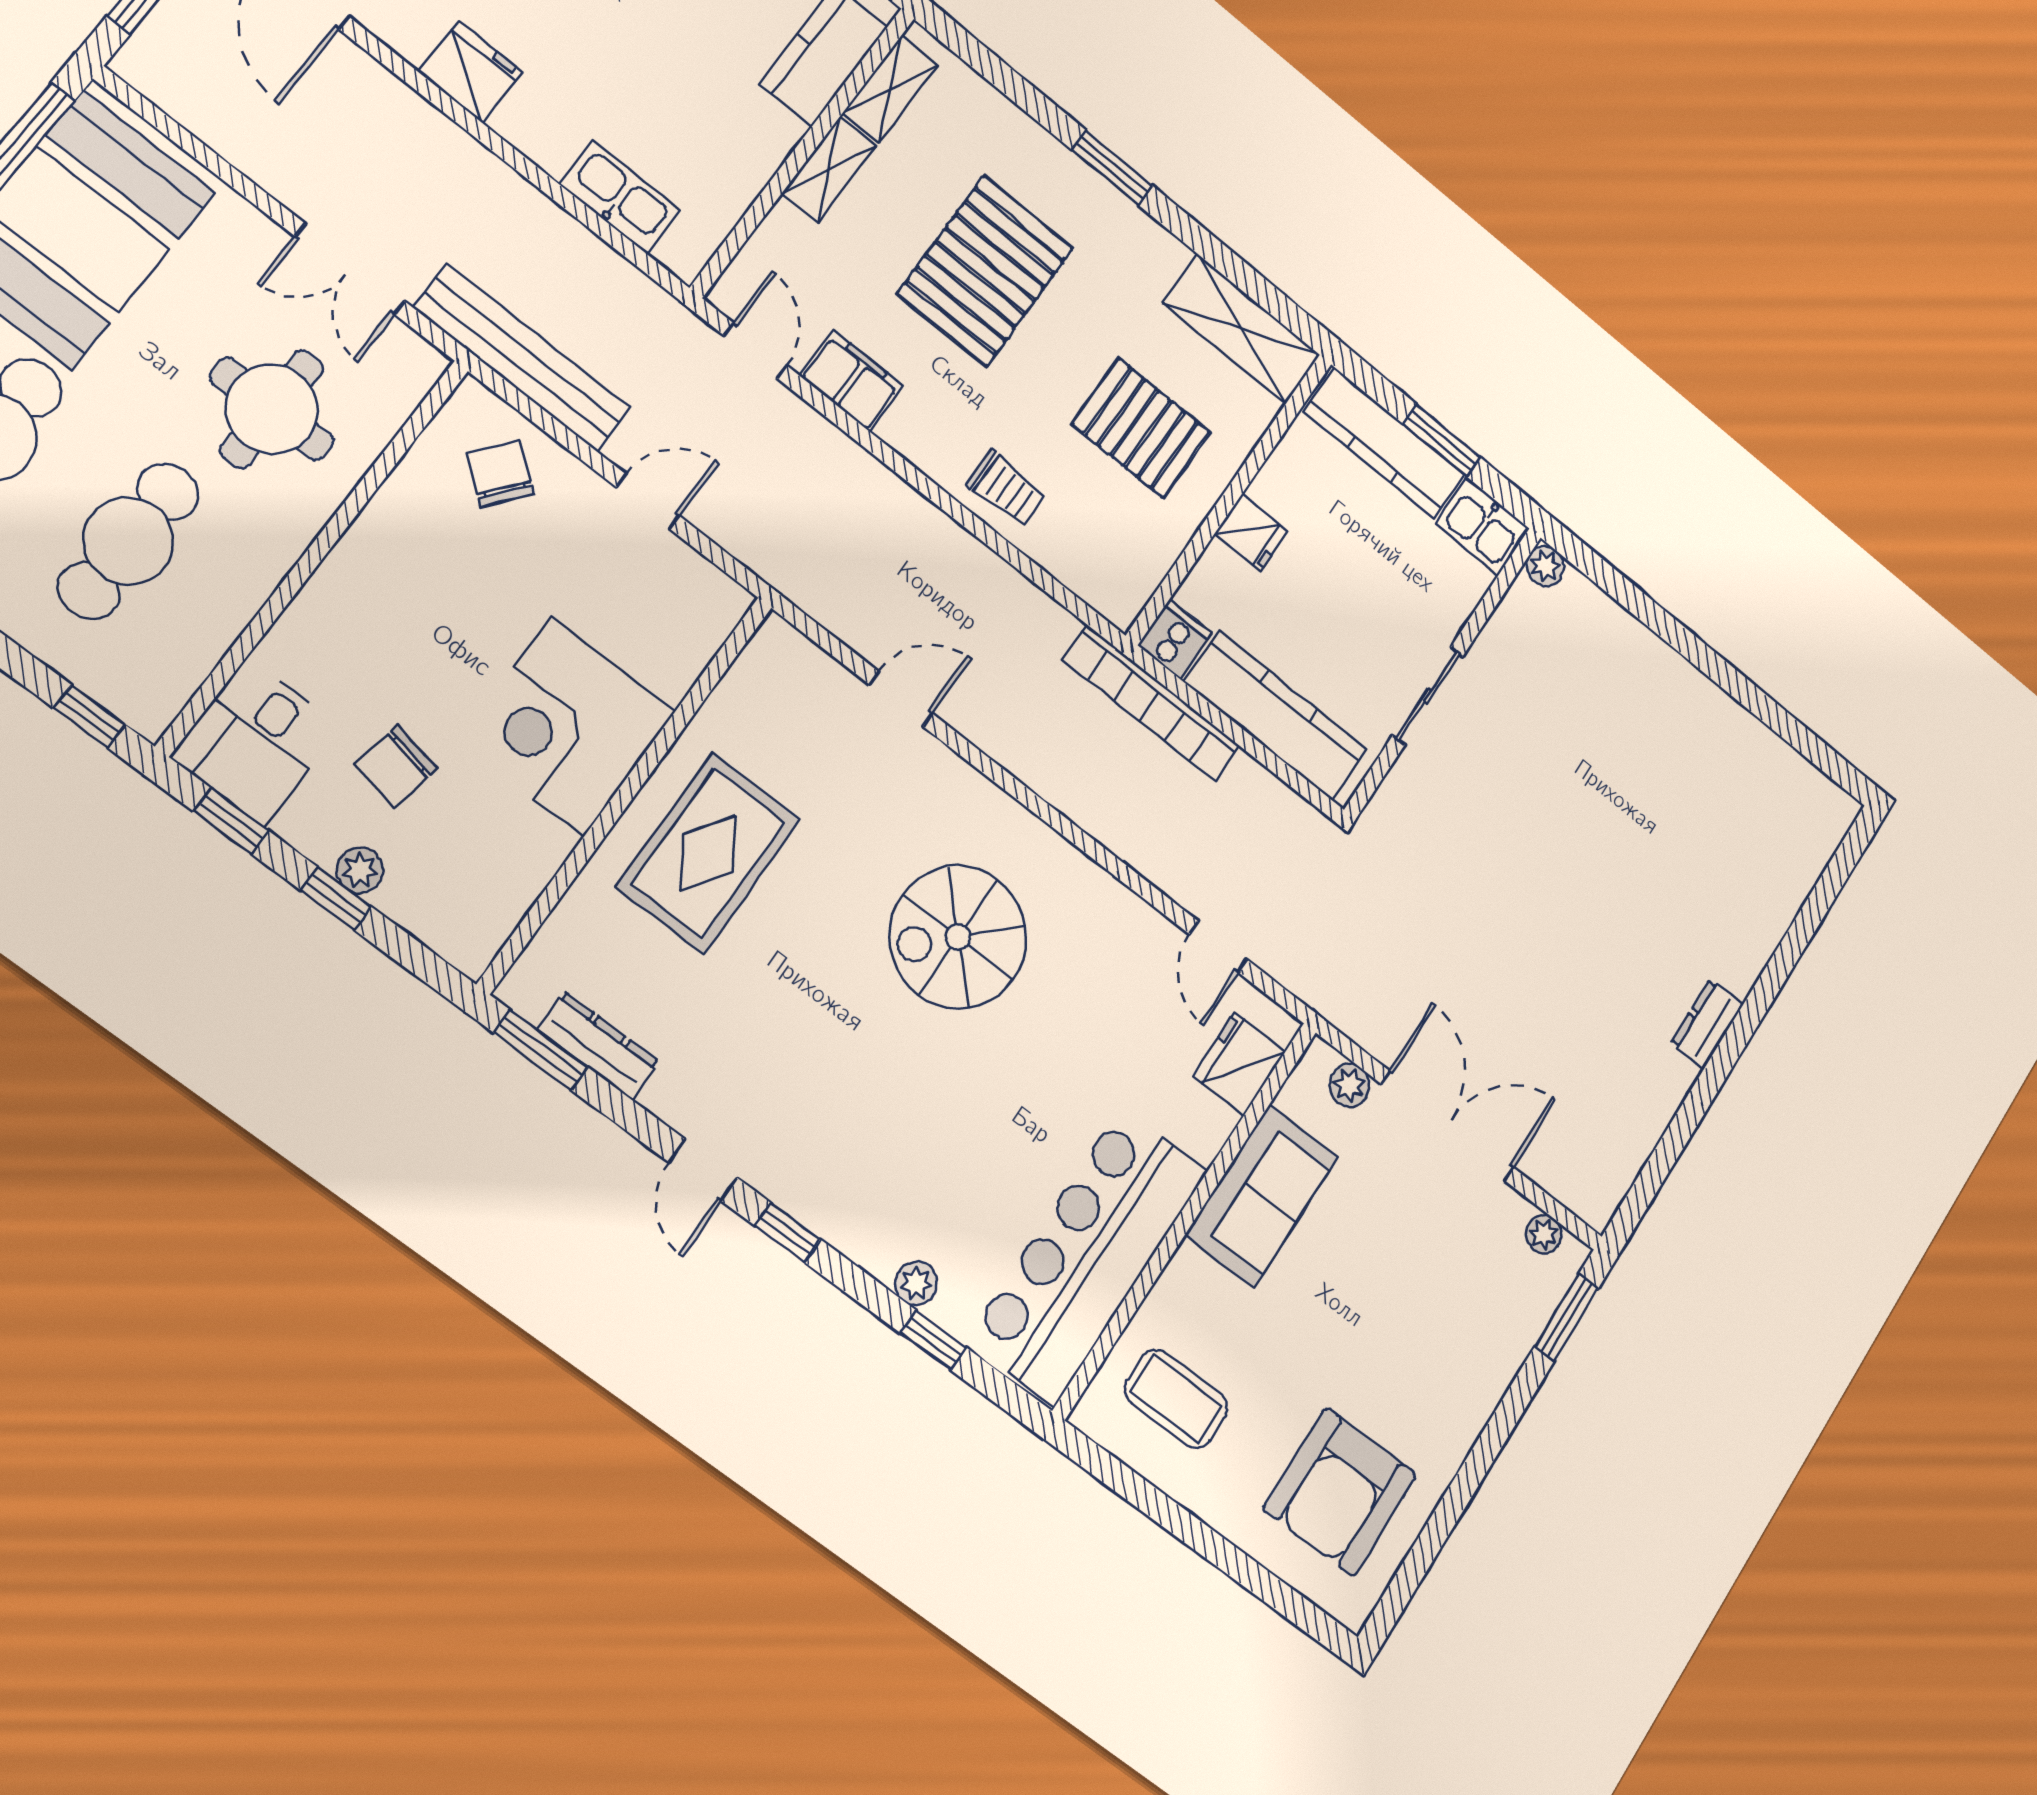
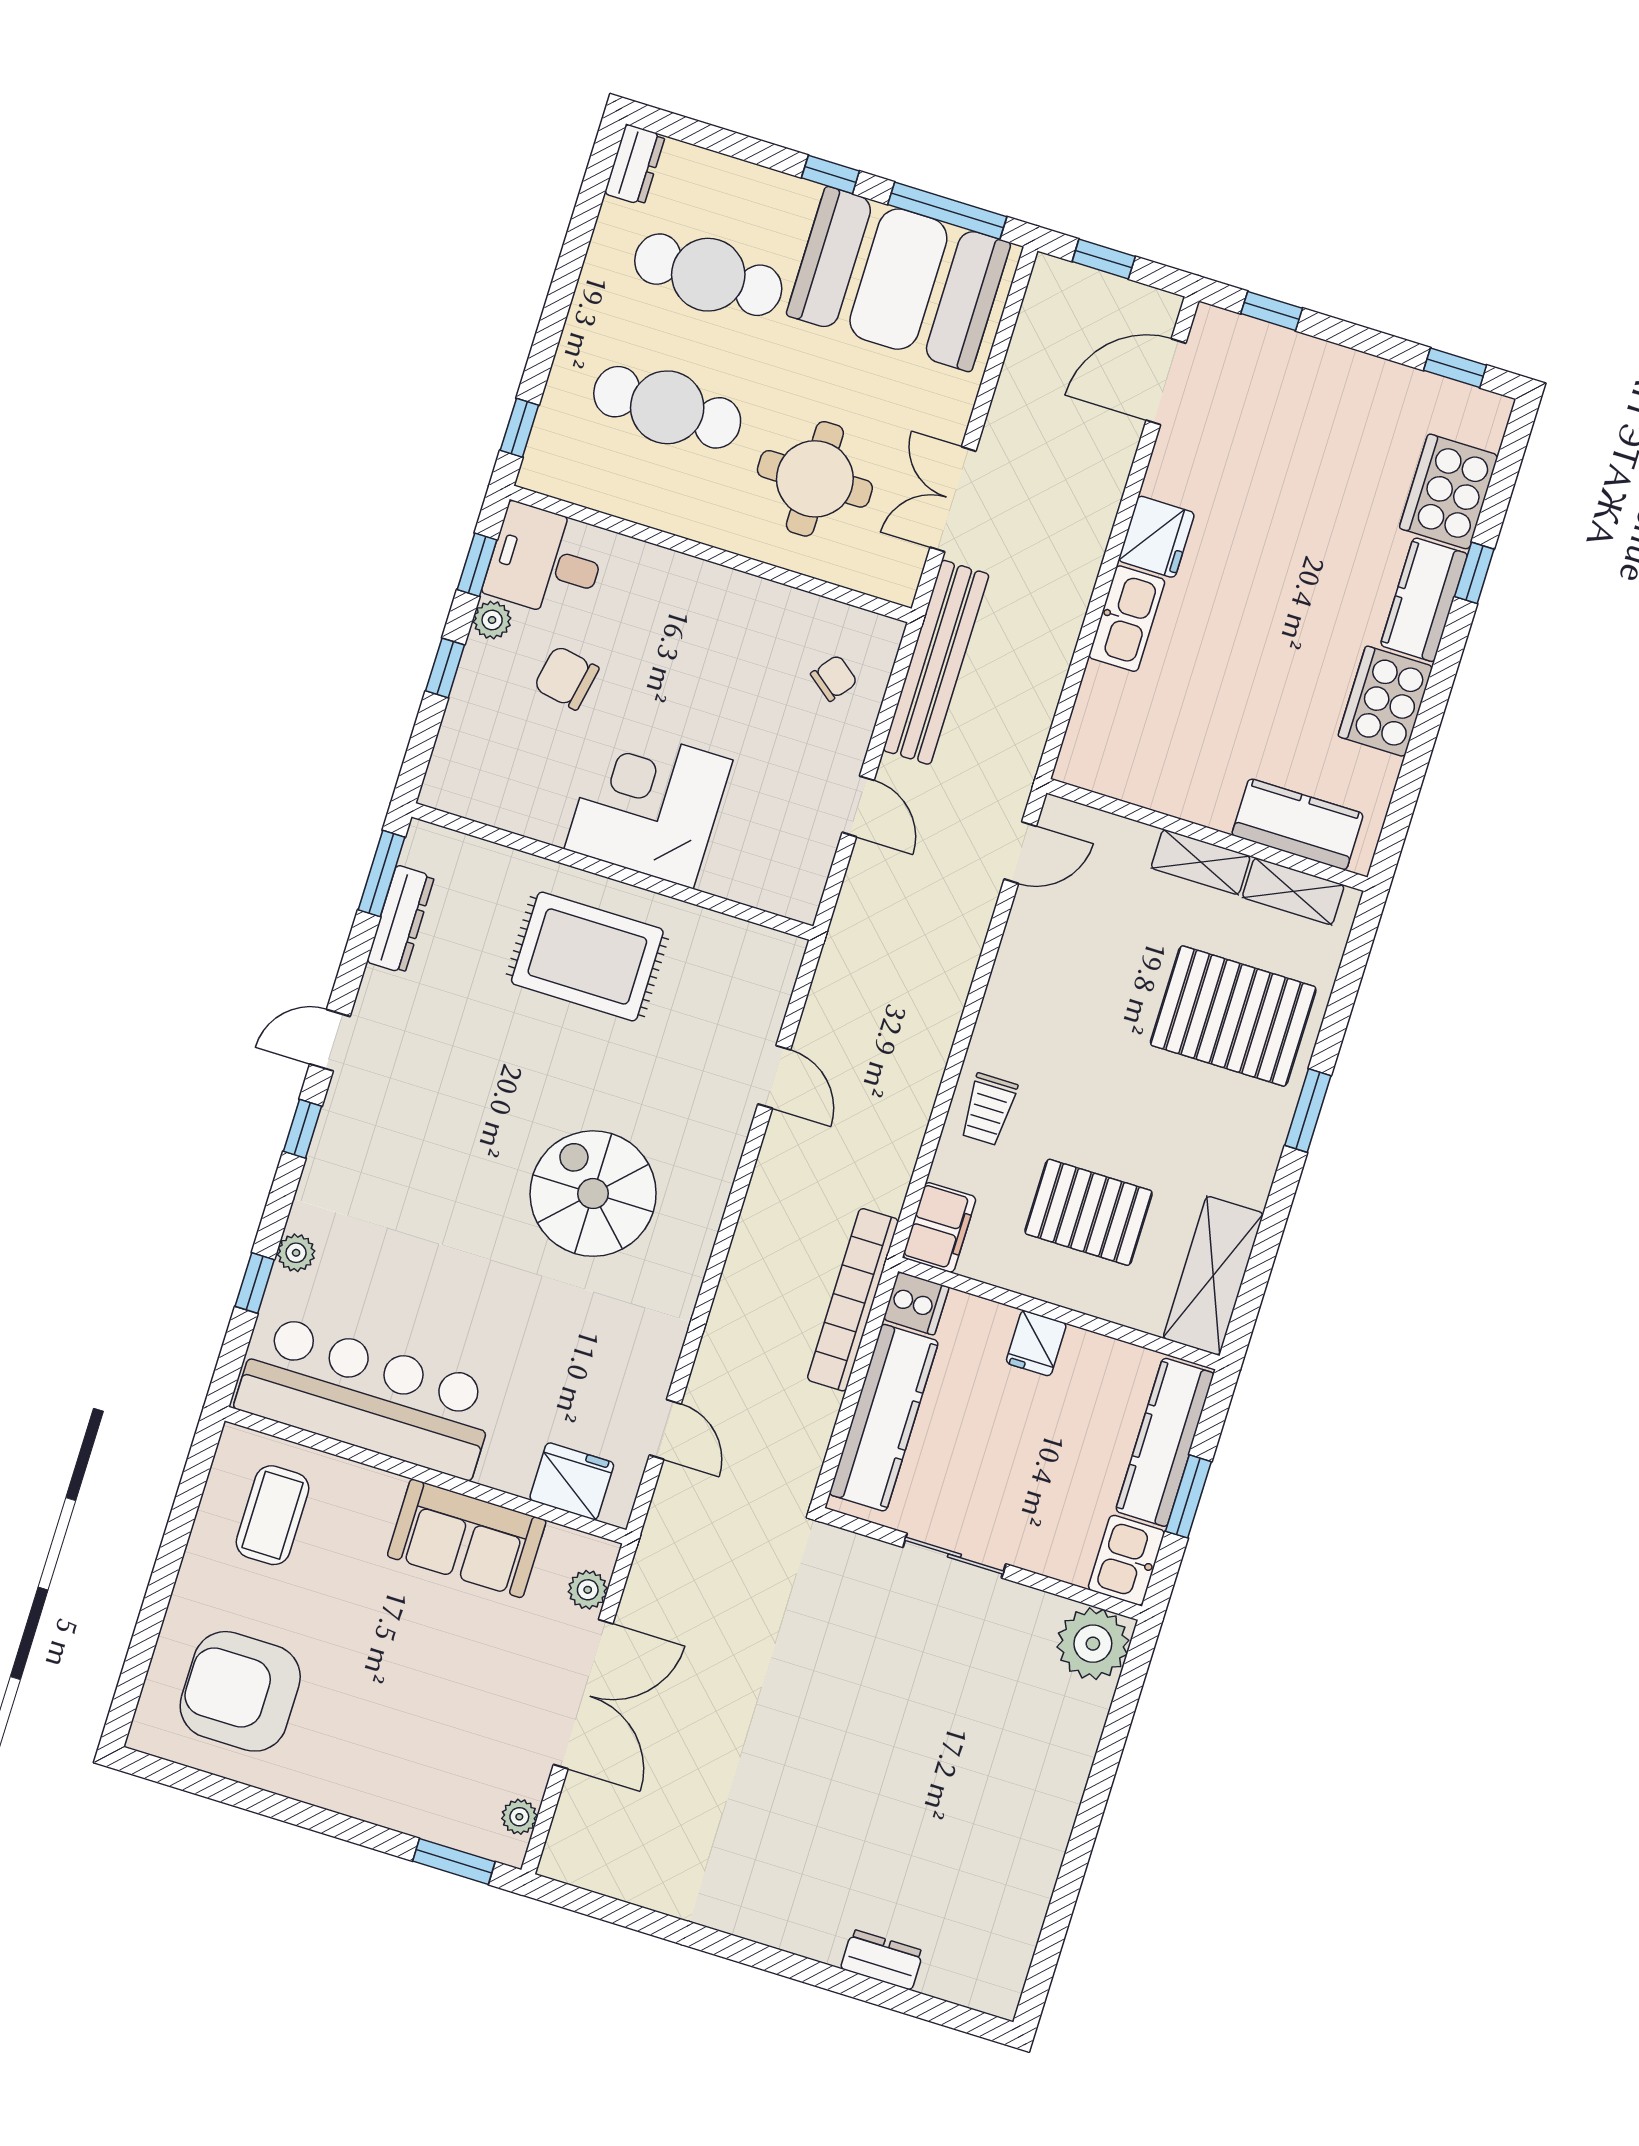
kitchen sink: (620, 197) -> (1127, 619), moved
pallet: (985, 271) -> (1233, 1016), moved
filing cabinet: (851, 381) -> (939, 1227), moved
pallet: (1141, 428) -> (1089, 1212), turned 90
chair: (501, 474) -> (834, 678), width x0.73, depth x0.73
plant: (1545, 566) -> (1093, 1644), width x1.88, depth x1.88
plant: (360, 870) -> (492, 620), moved
door: (1218, 947) -> (665, 1429), swing flipped
dresser: (1707, 1024) -> (882, 1960), moved

